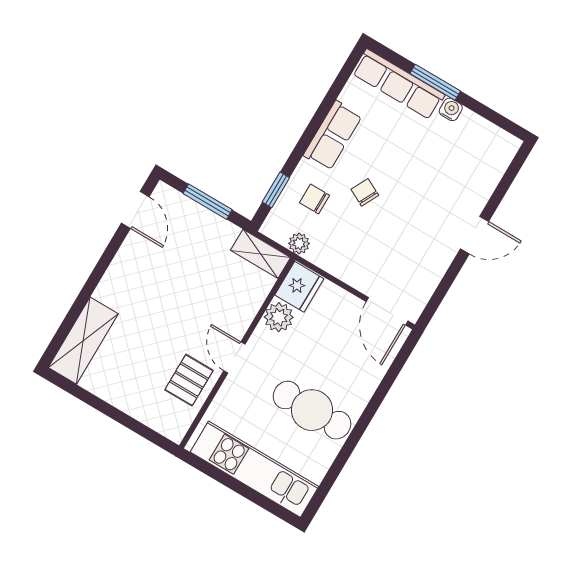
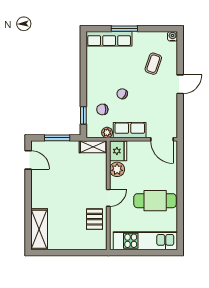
water cooler: (451, 109) -> (173, 36), moved
row of seats: (333, 136) -> (130, 130), moved, turned -90
coffee table: (449, 172) -> (153, 64), added
door: (234, 358) -> (108, 198), swing flipped

